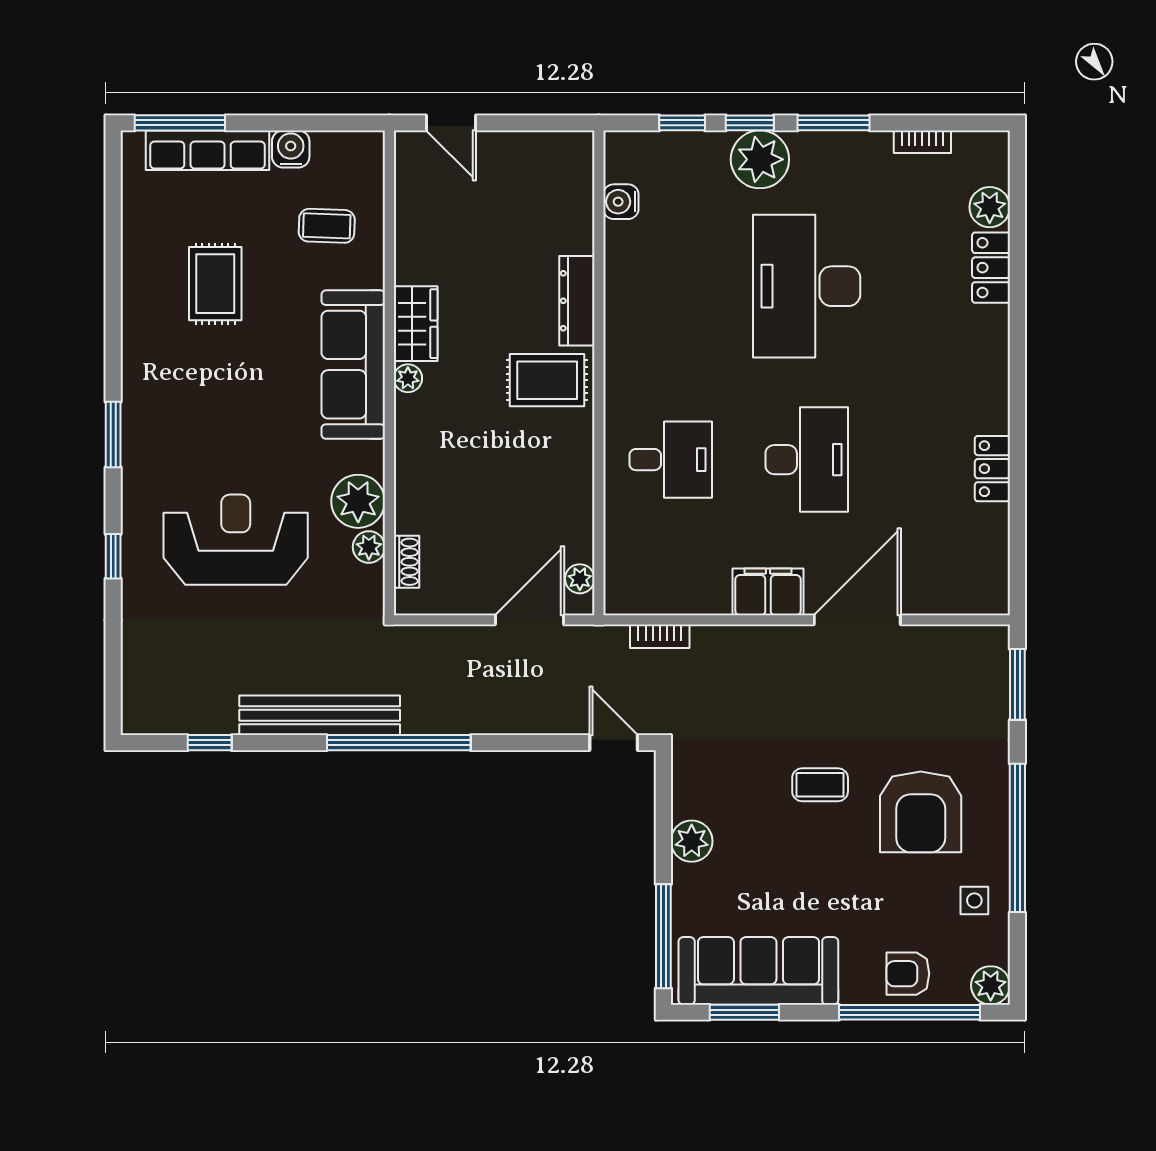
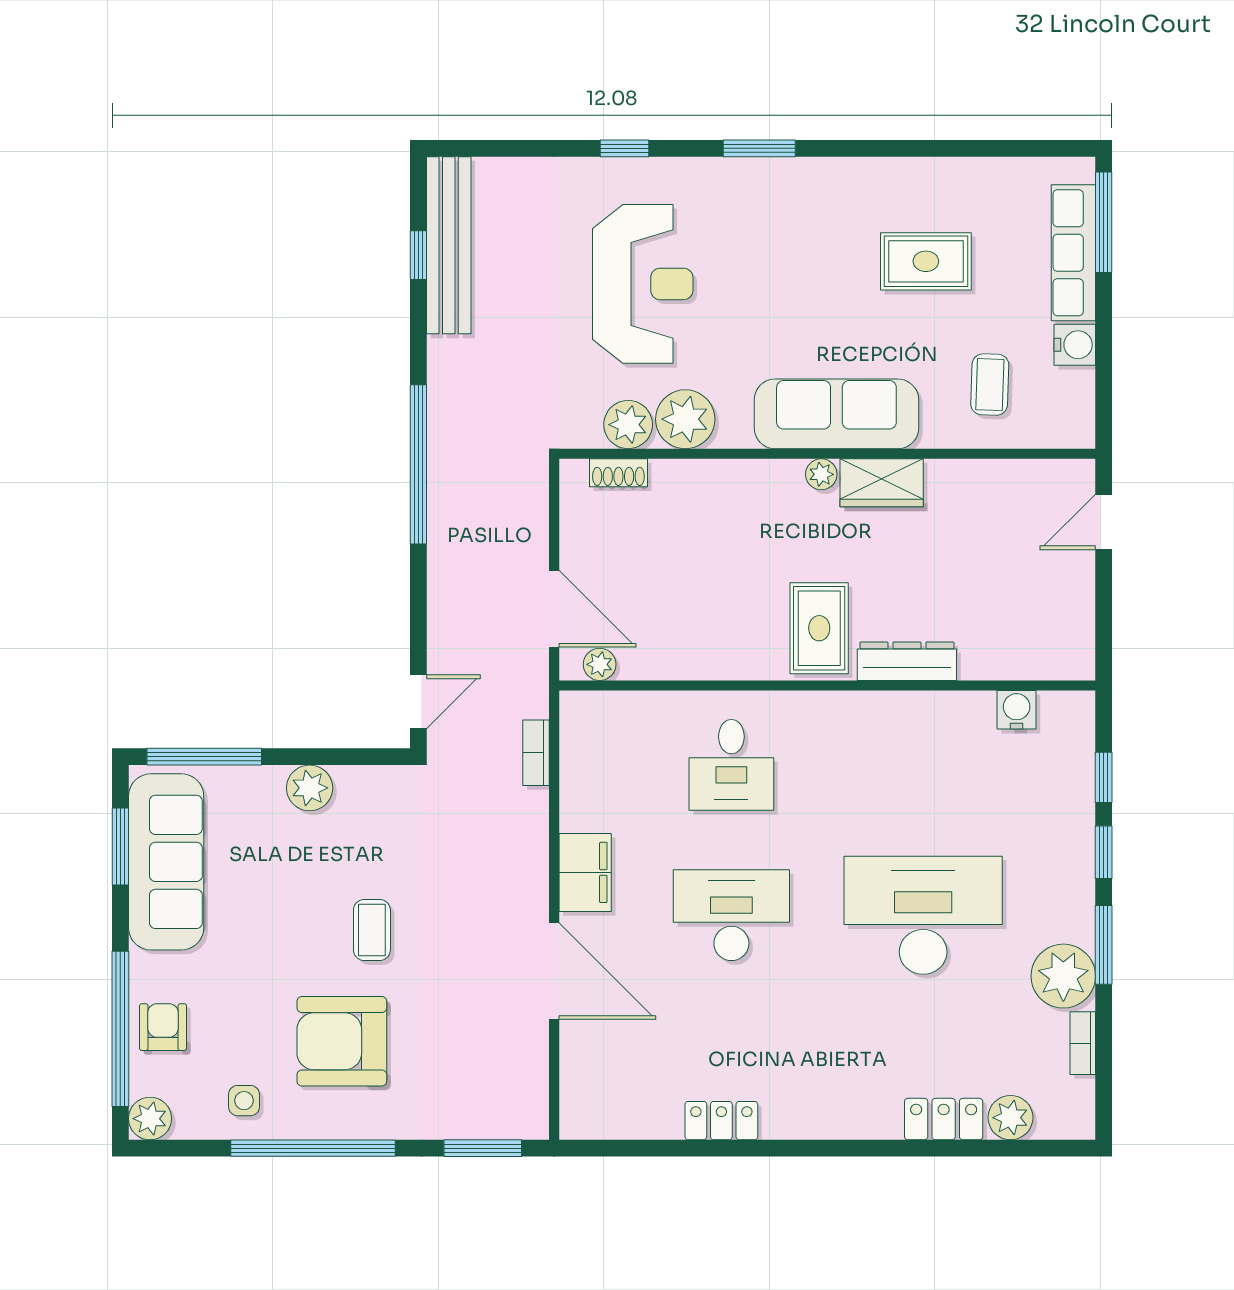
plant: (760, 159) -> (1063, 976), moved
desk: (807, 460) -> (731, 915), turned 180
plant: (369, 547) -> (628, 425), width x1.38, depth x1.38
bench: (320, 715) -> (449, 245), moved

